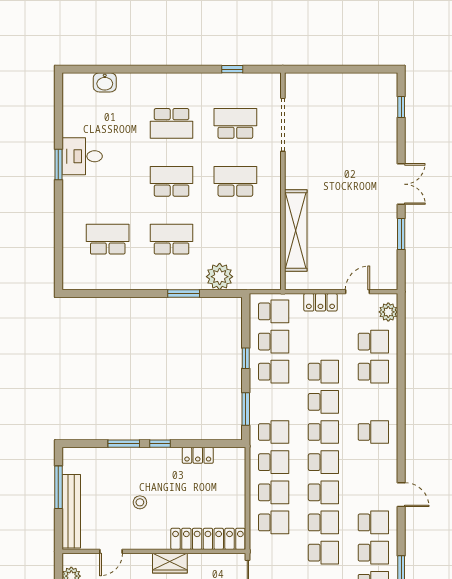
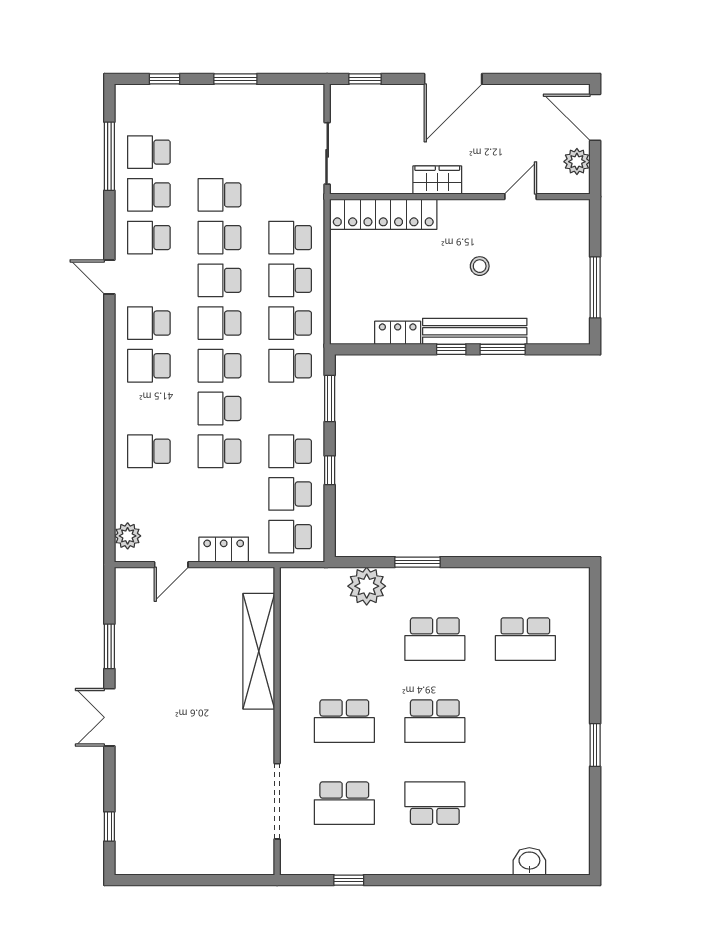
desk: (82, 156) -> (562, 757), removed
school desk: (373, 342) -> (149, 323), moved
bench: (71, 511) -> (475, 331), moved, turned 90

